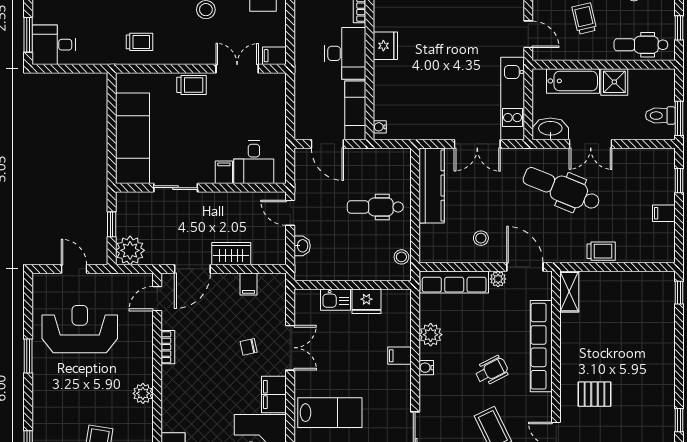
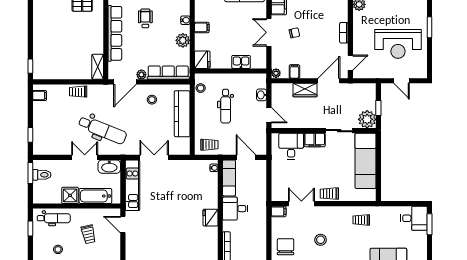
desk: (345, 53) -> (235, 209), width x0.73
double door: (237, 69) -> (301, 204), swing flipped
trolley: (387, 165) -> (209, 145), added
filing cabinet: (224, 172) -> (315, 140), width x2.00
kitchen counter: (432, 186) -> (182, 114), moved
dental chair: (375, 207) -> (226, 106), moved, turned 90
filing cabinet: (664, 213) -> (40, 96), moved
plant: (130, 250) -> (367, 119), moved
door: (525, 267) -> (125, 82), hinge flipped
plant: (279, 281) -> (276, 73), added
fridge: (366, 301) -> (202, 60), moved, turned 90
wheelchair: (492, 371) -> (145, 18), turned 117

